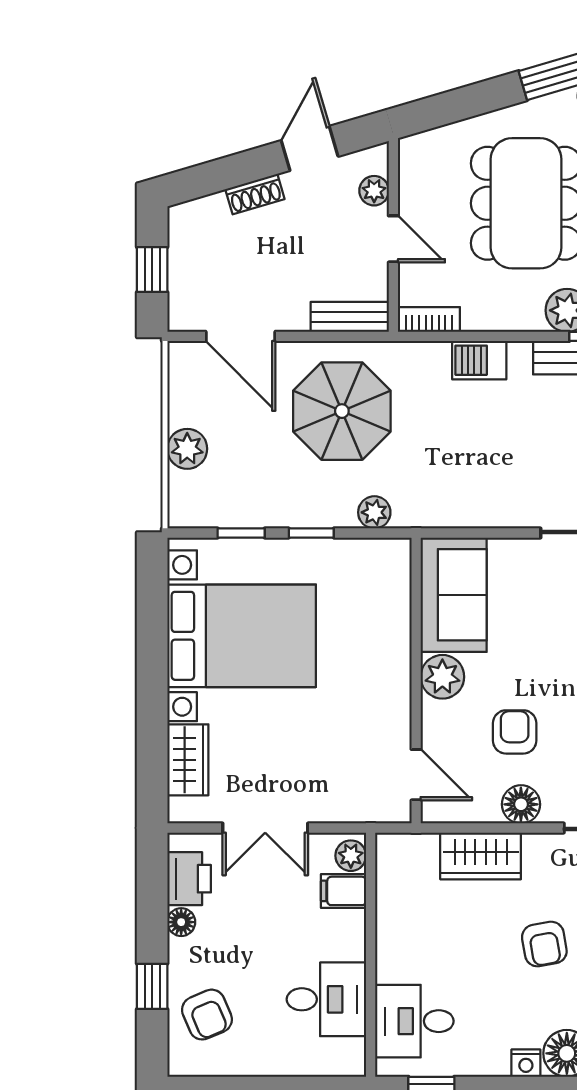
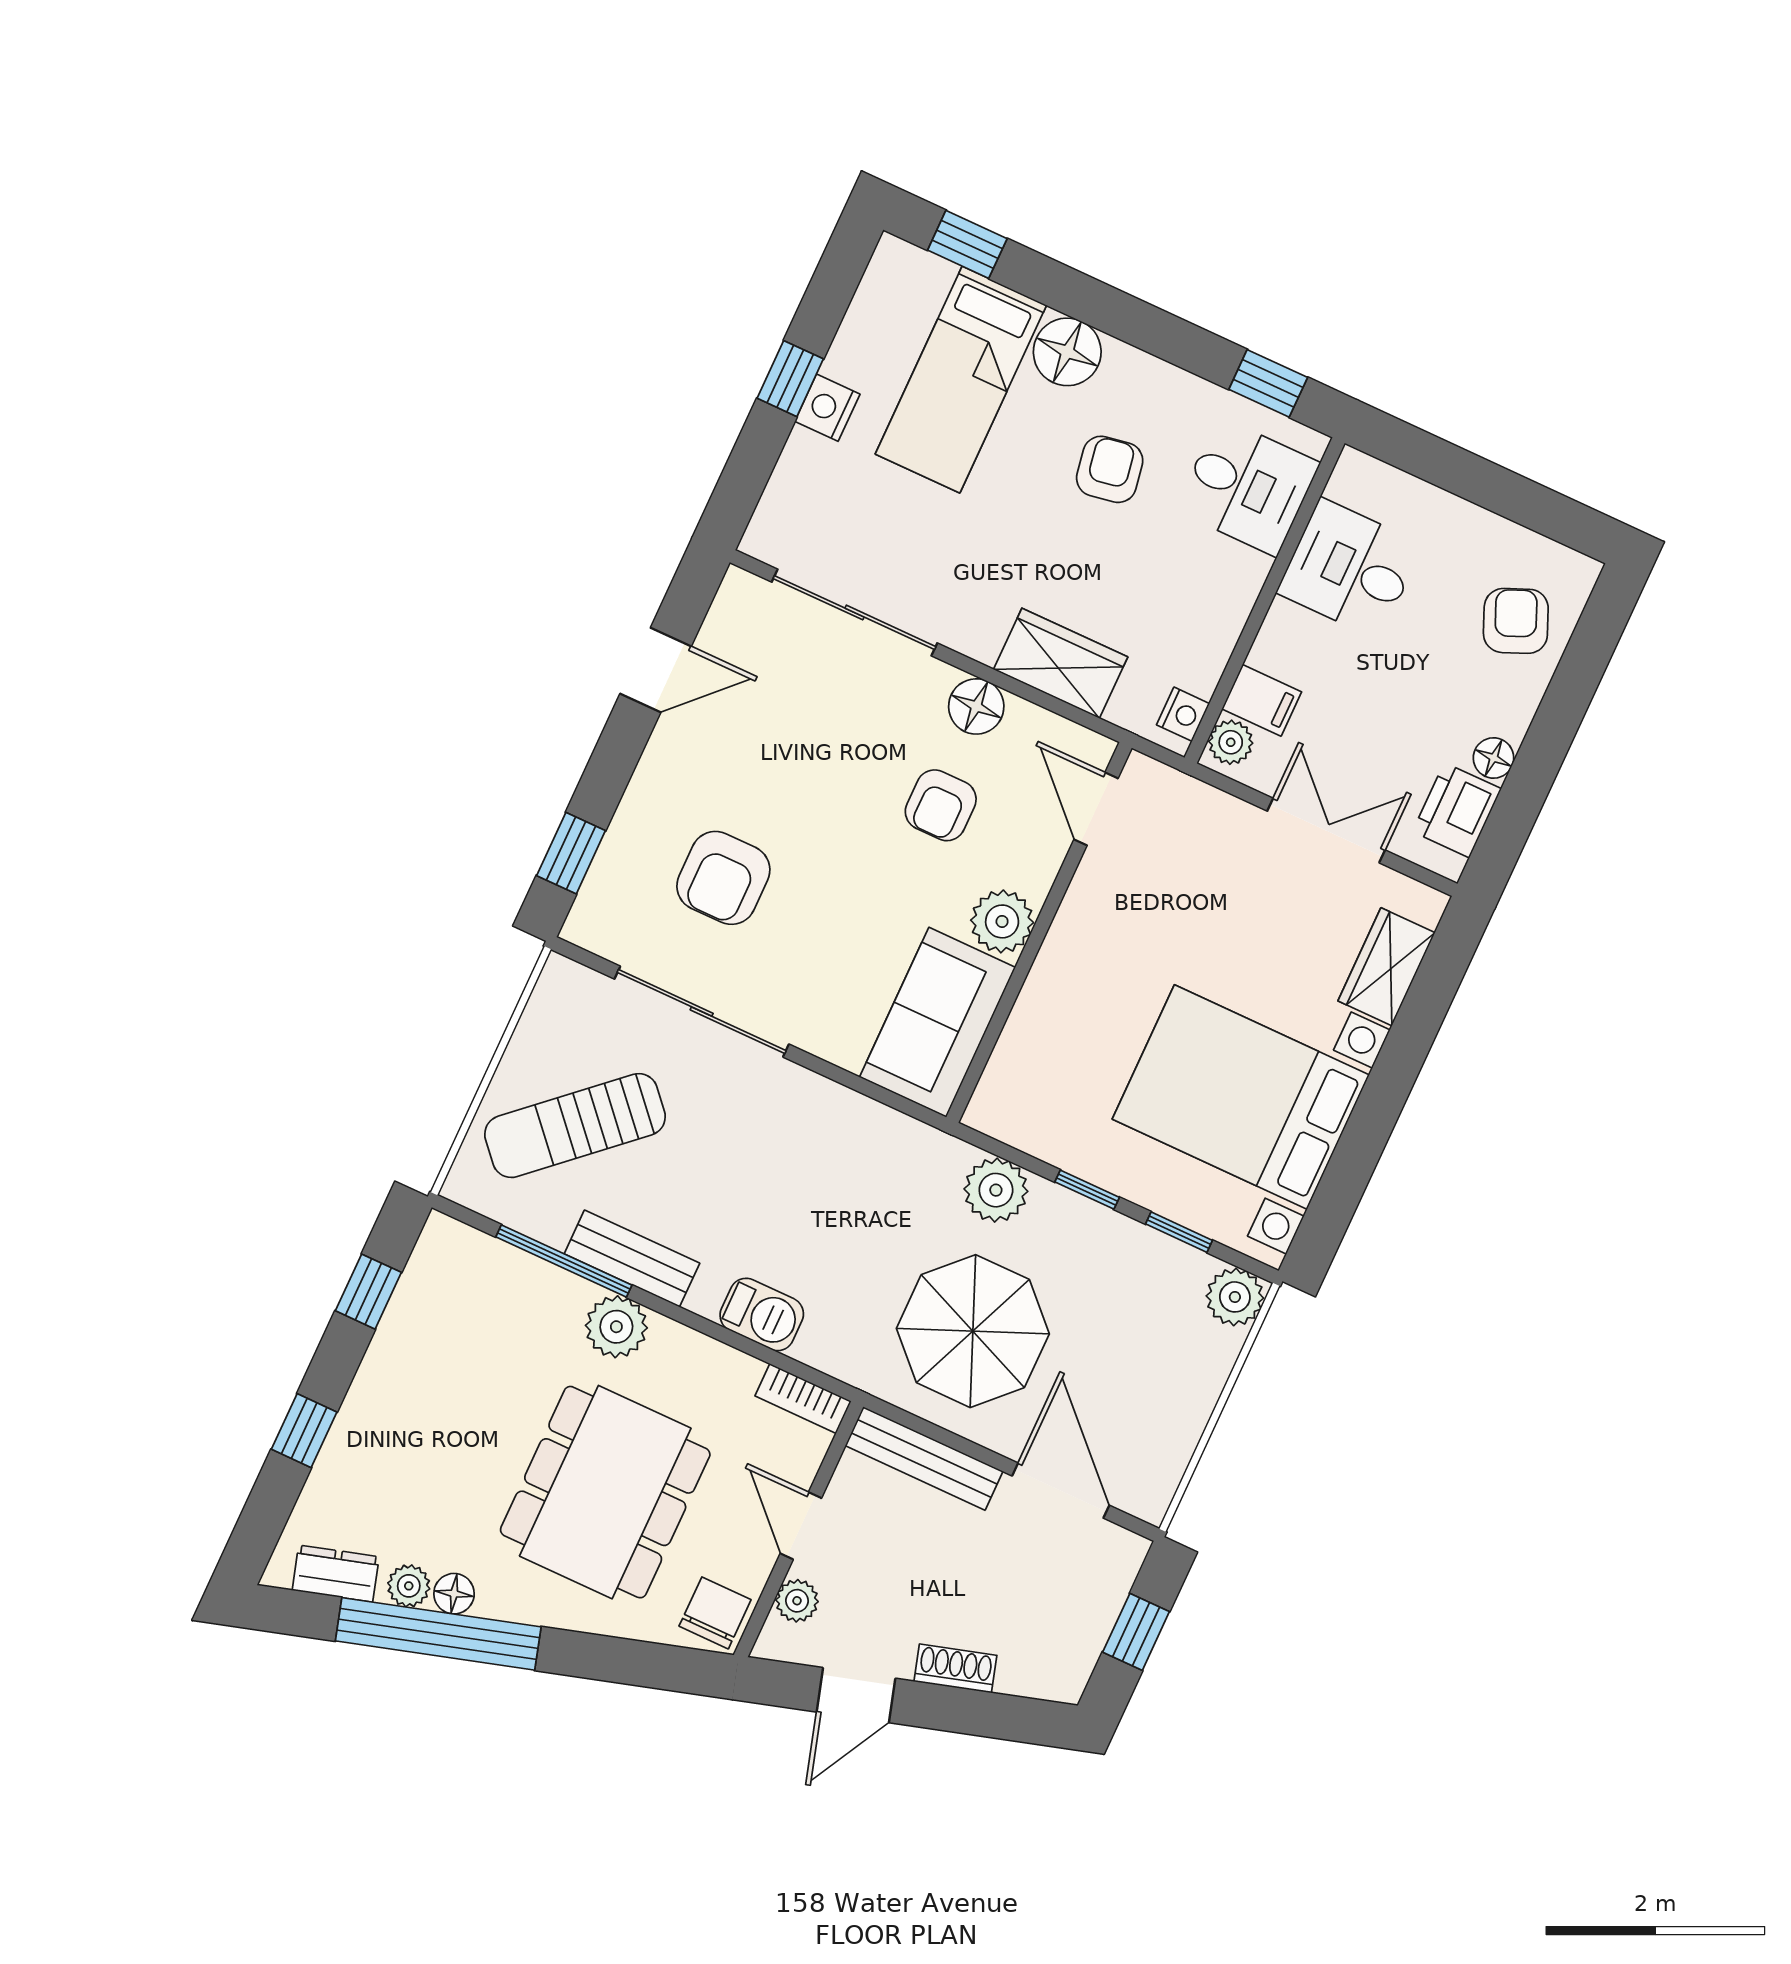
chair: (422, 159) -> (715, 1613), added
bench: (350, 317) -> (924, 1458), width x1.36
plant: (187, 449) -> (1235, 1297), moved
plant: (374, 512) -> (996, 1190), width x1.38, depth x1.38
armchair: (544, 944) -> (1110, 469), moved
window: (152, 986) -> (1571, 691), removed
nightstand: (526, 1063) -> (1183, 714), moved, turned 90

